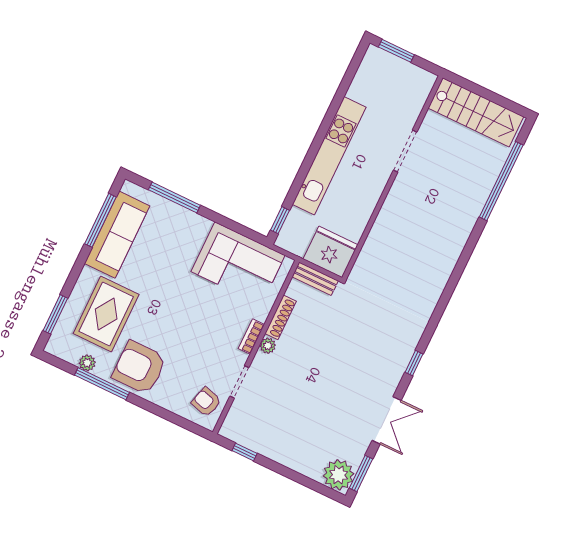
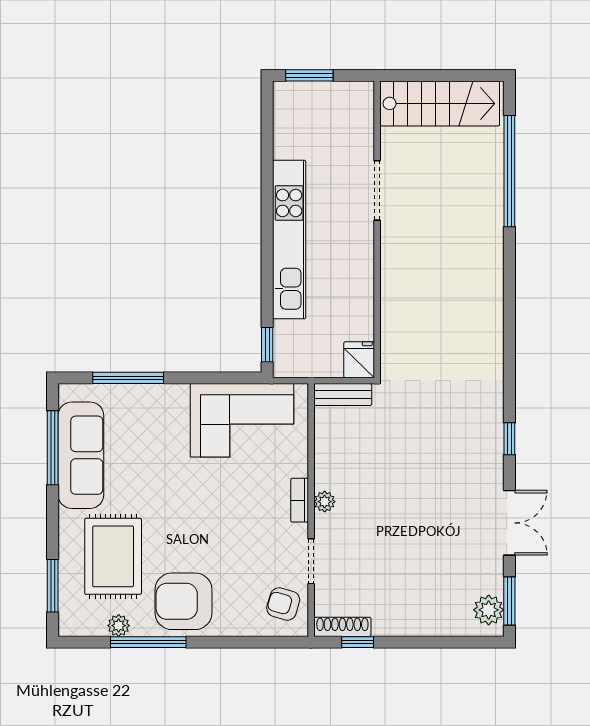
fridge: (330, 252) -> (359, 360), width x0.53, depth x0.75
shoe rack: (281, 317) -> (342, 627), moved, turned -90
plant: (339, 475) -> (489, 610), width x0.73, depth x0.73

